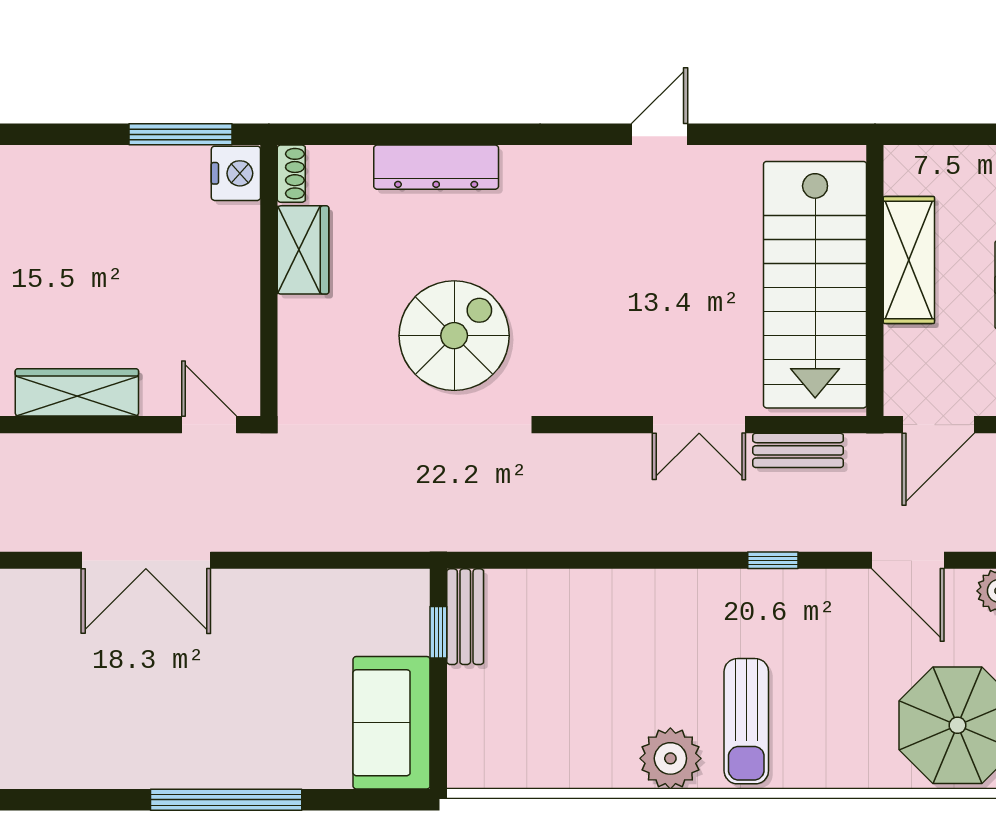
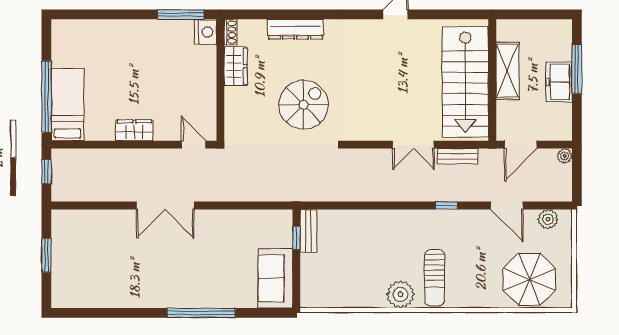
wardrobe: (77, 392) -> (134, 130), width x0.67

